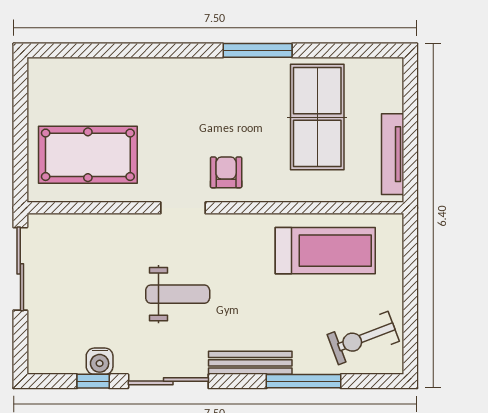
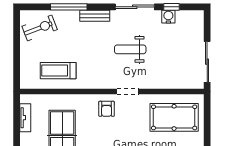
tv unit: (393, 154) -> (25, 118), width x0.71
treadmill: (325, 251) -> (58, 71), width x0.73, depth x0.73
bench: (250, 363) -> (95, 16), width x0.73

